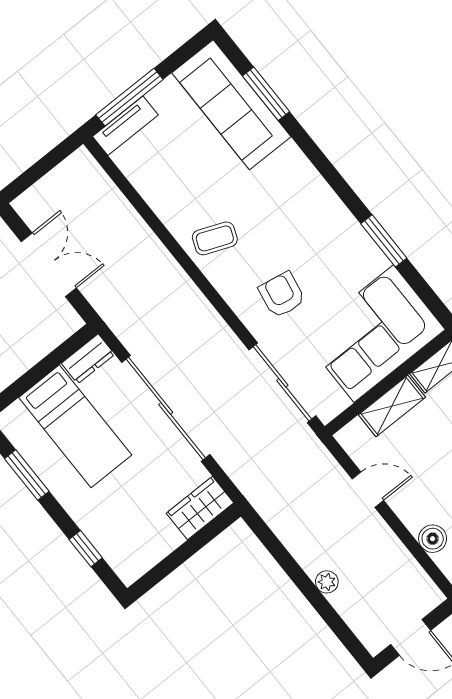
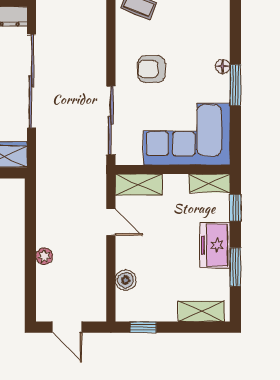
floor lamp: (354, 232) -> (223, 66), added
armchair: (282, 295) -> (151, 69), turned -100
shelving: (392, 406) -> (139, 184), moved

